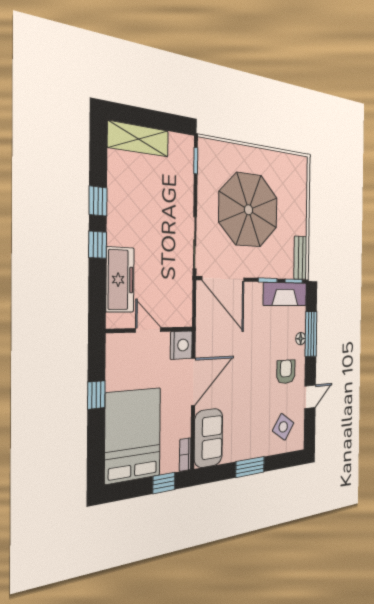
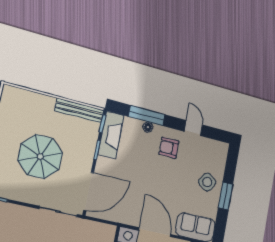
parasol: (249, 210) -> (40, 157), width x0.73, depth x0.73
bench: (300, 258) -> (79, 111), width x1.36
side table: (283, 427) -> (207, 182), moved

